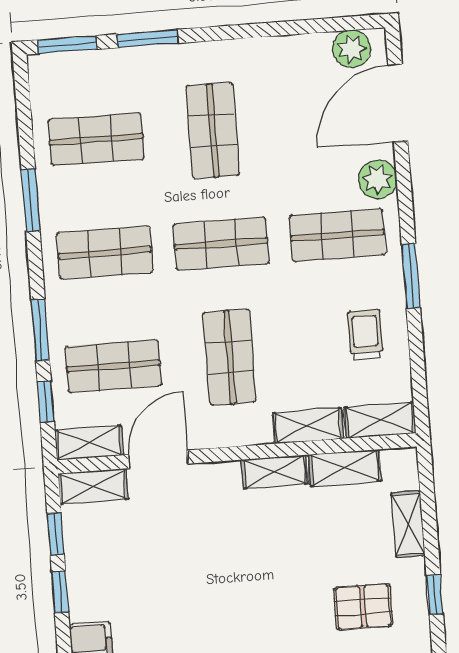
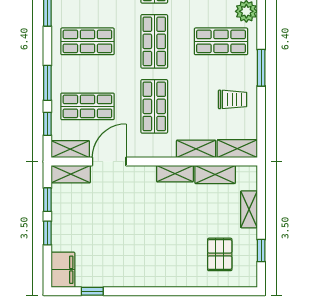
shop shelf: (221, 244) -> (154, 41), turned 90
trolley: (365, 335) -> (233, 99), turned 90
pallet: (363, 607) -> (220, 254), turned 90

